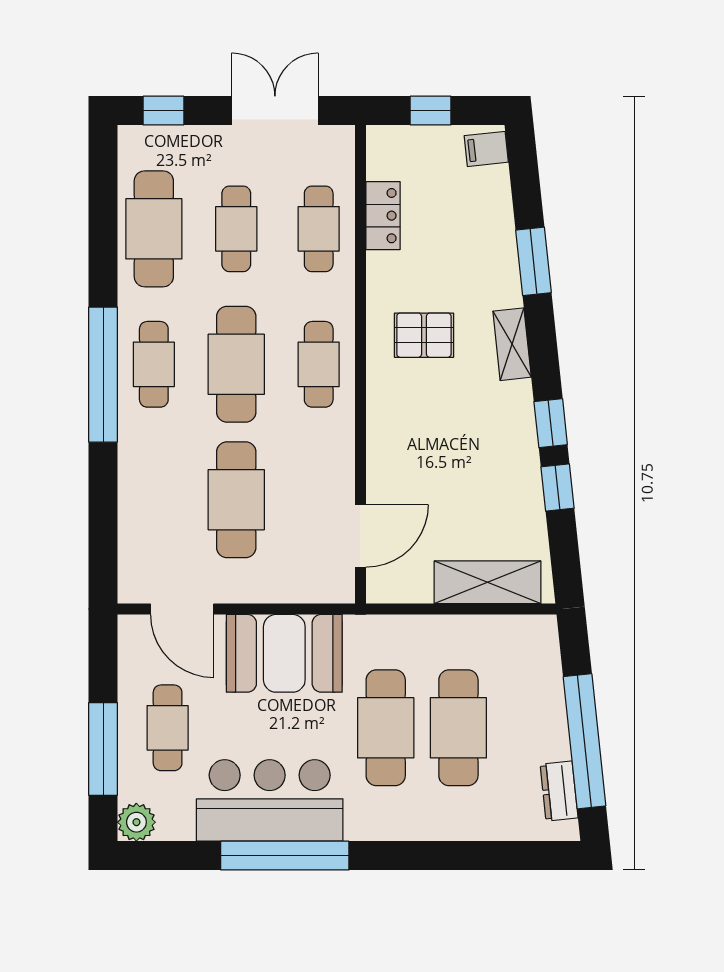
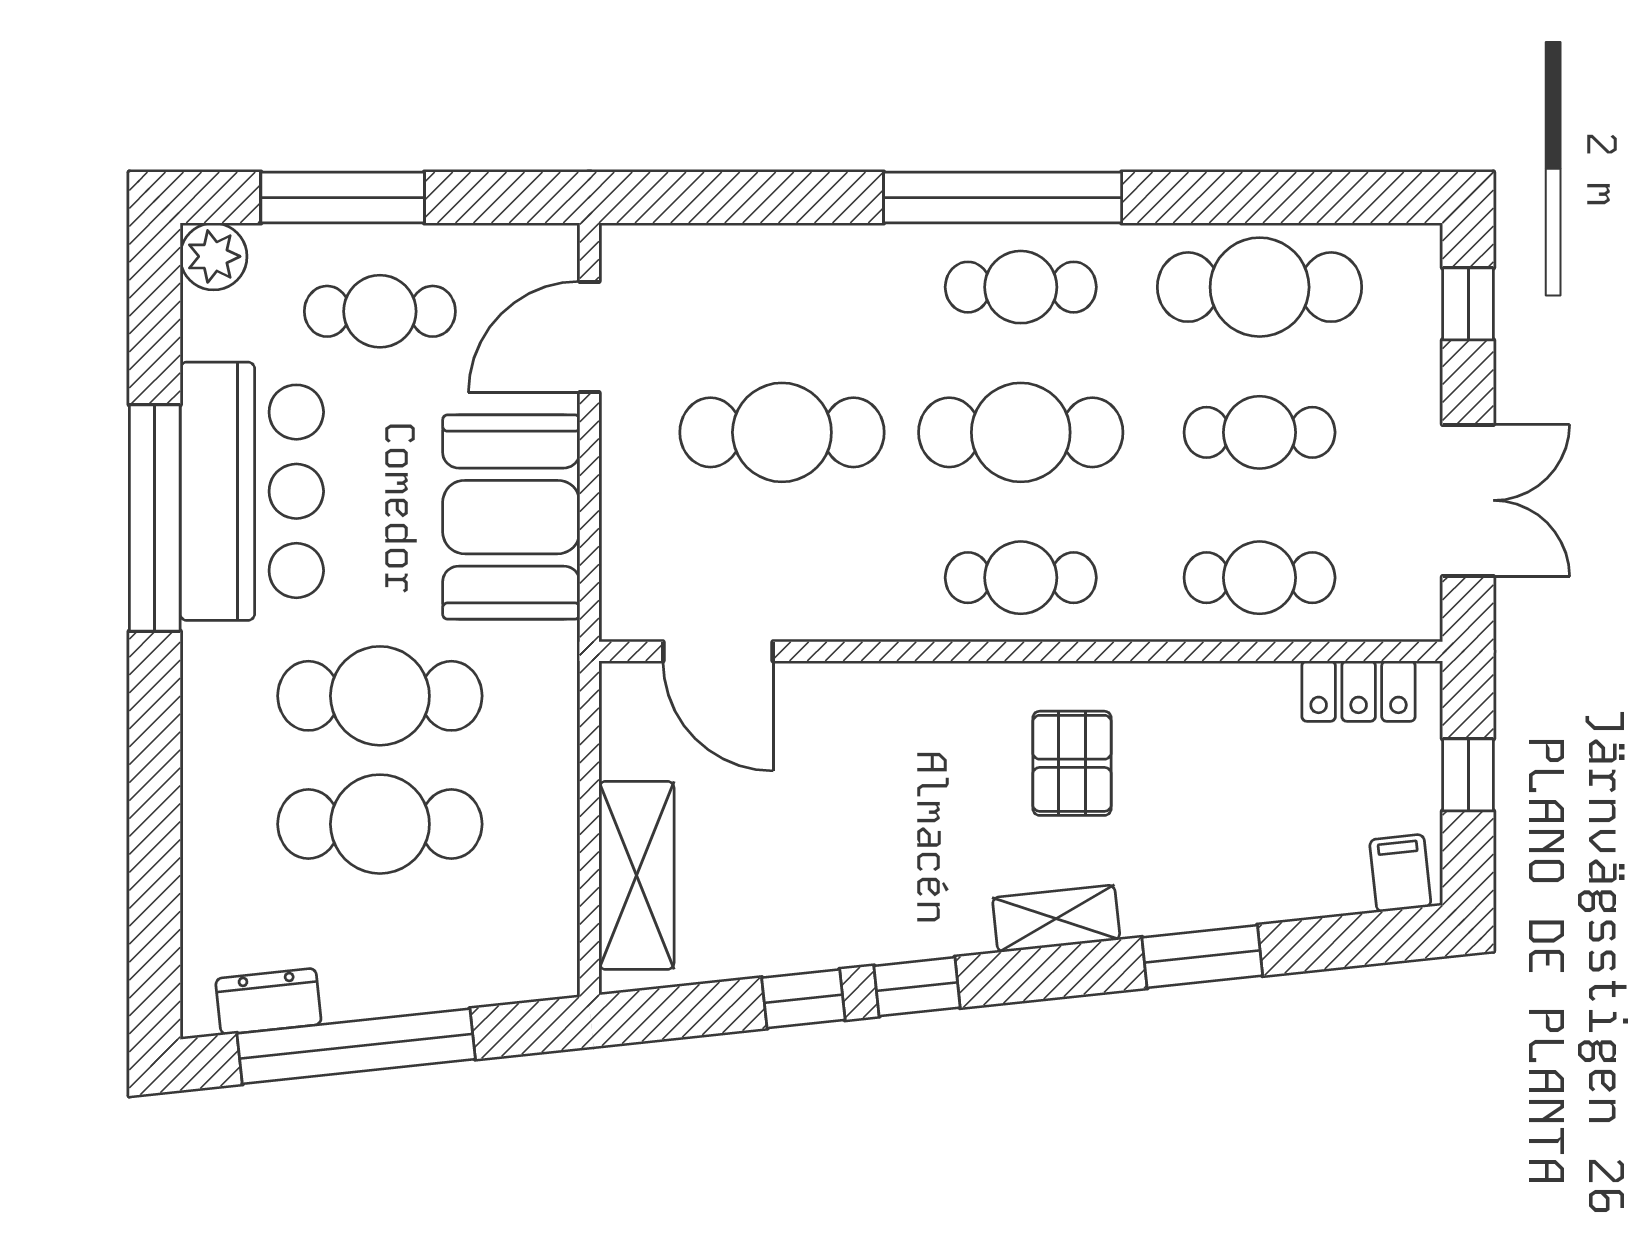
locker: (383, 216) -> (1359, 691), moved

